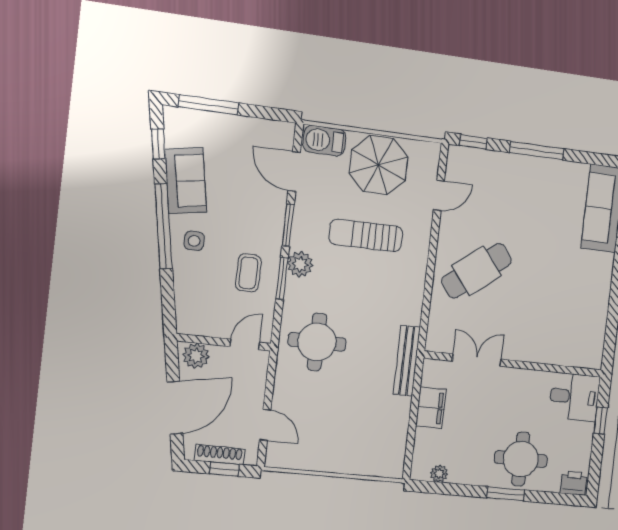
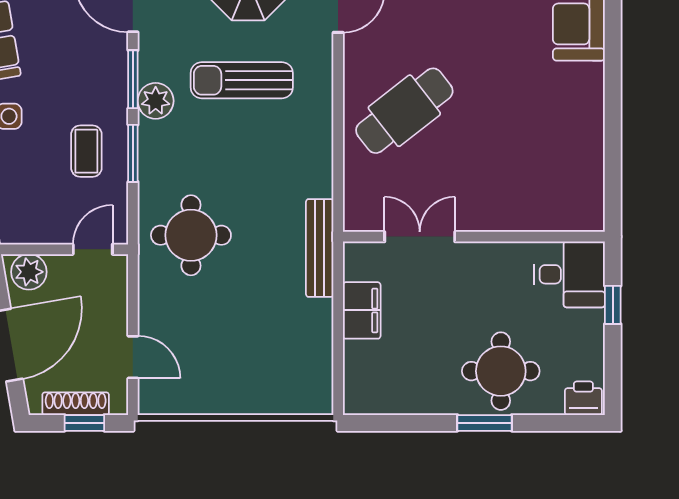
plant: (300, 264) -> (156, 101), moved
plant: (439, 474) -> (385, 403), removed

